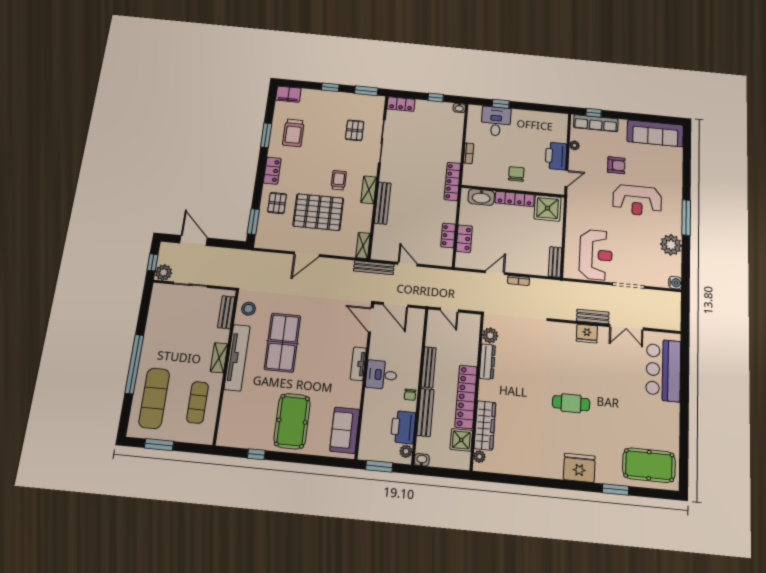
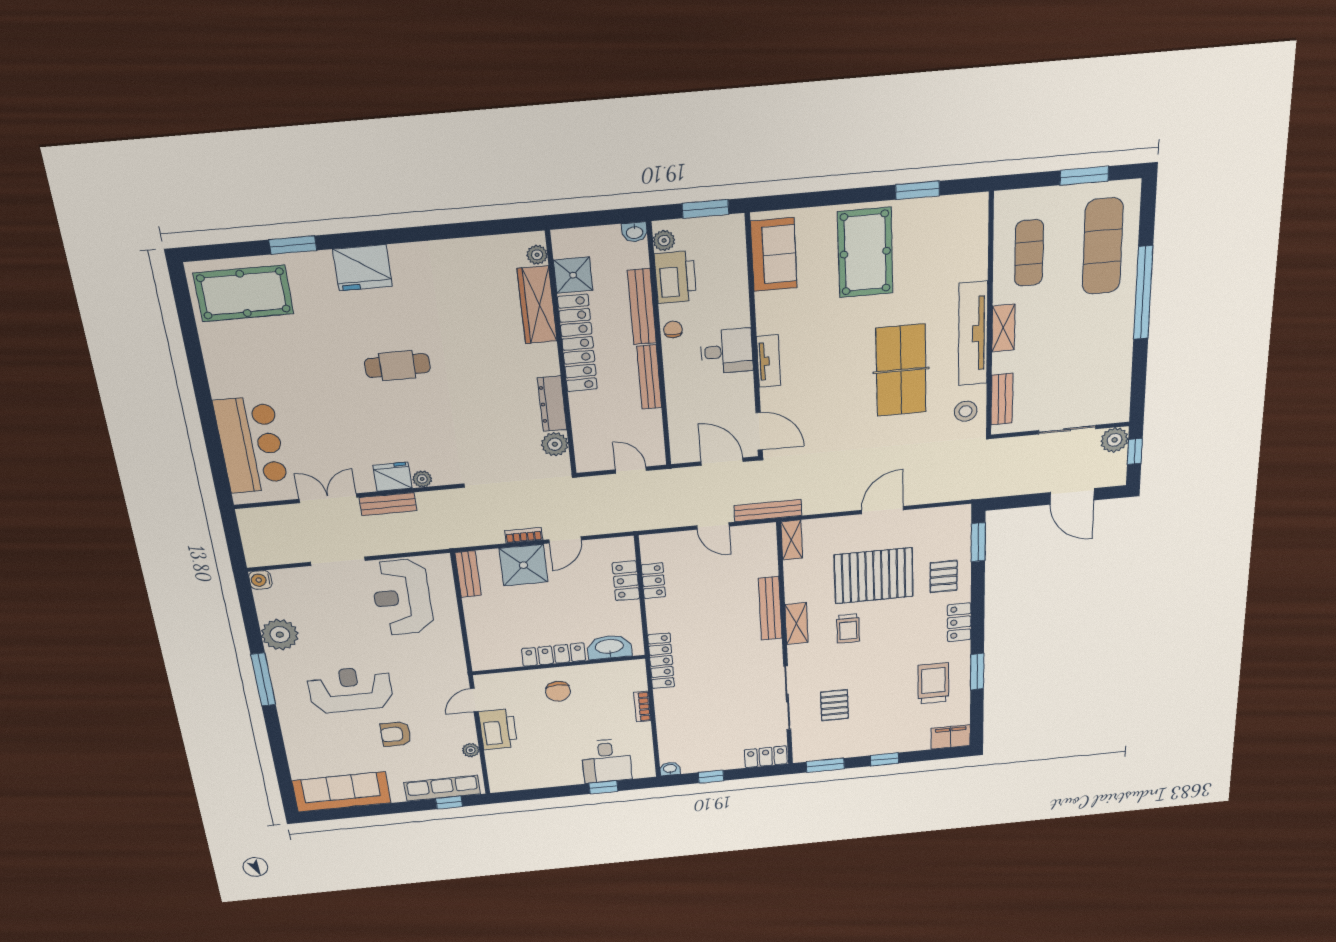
shower: (547, 208) -> (523, 565), moved
plant: (570, 329) -> (422, 479), added
window: (256, 454) -> (918, 190), width x1.50

